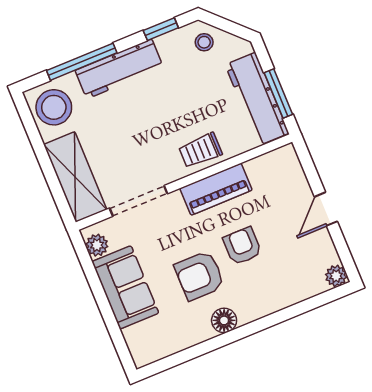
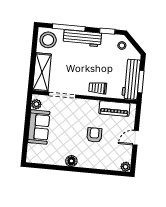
piano: (216, 189) -> (114, 109), moved
armchair: (200, 276) -> (71, 138), removed

